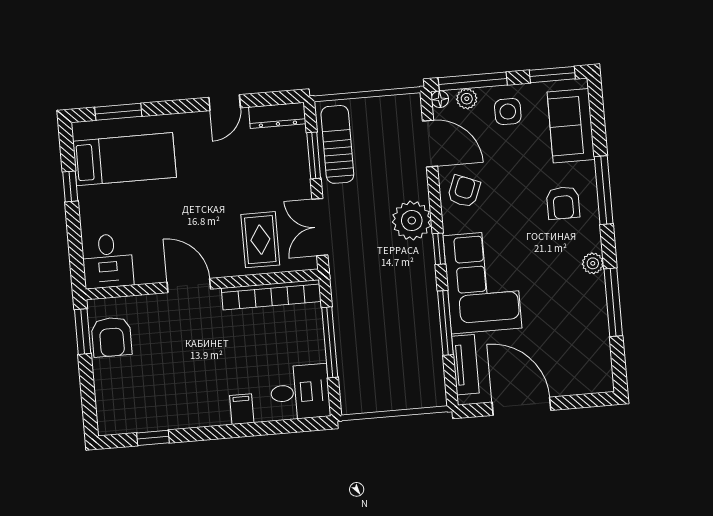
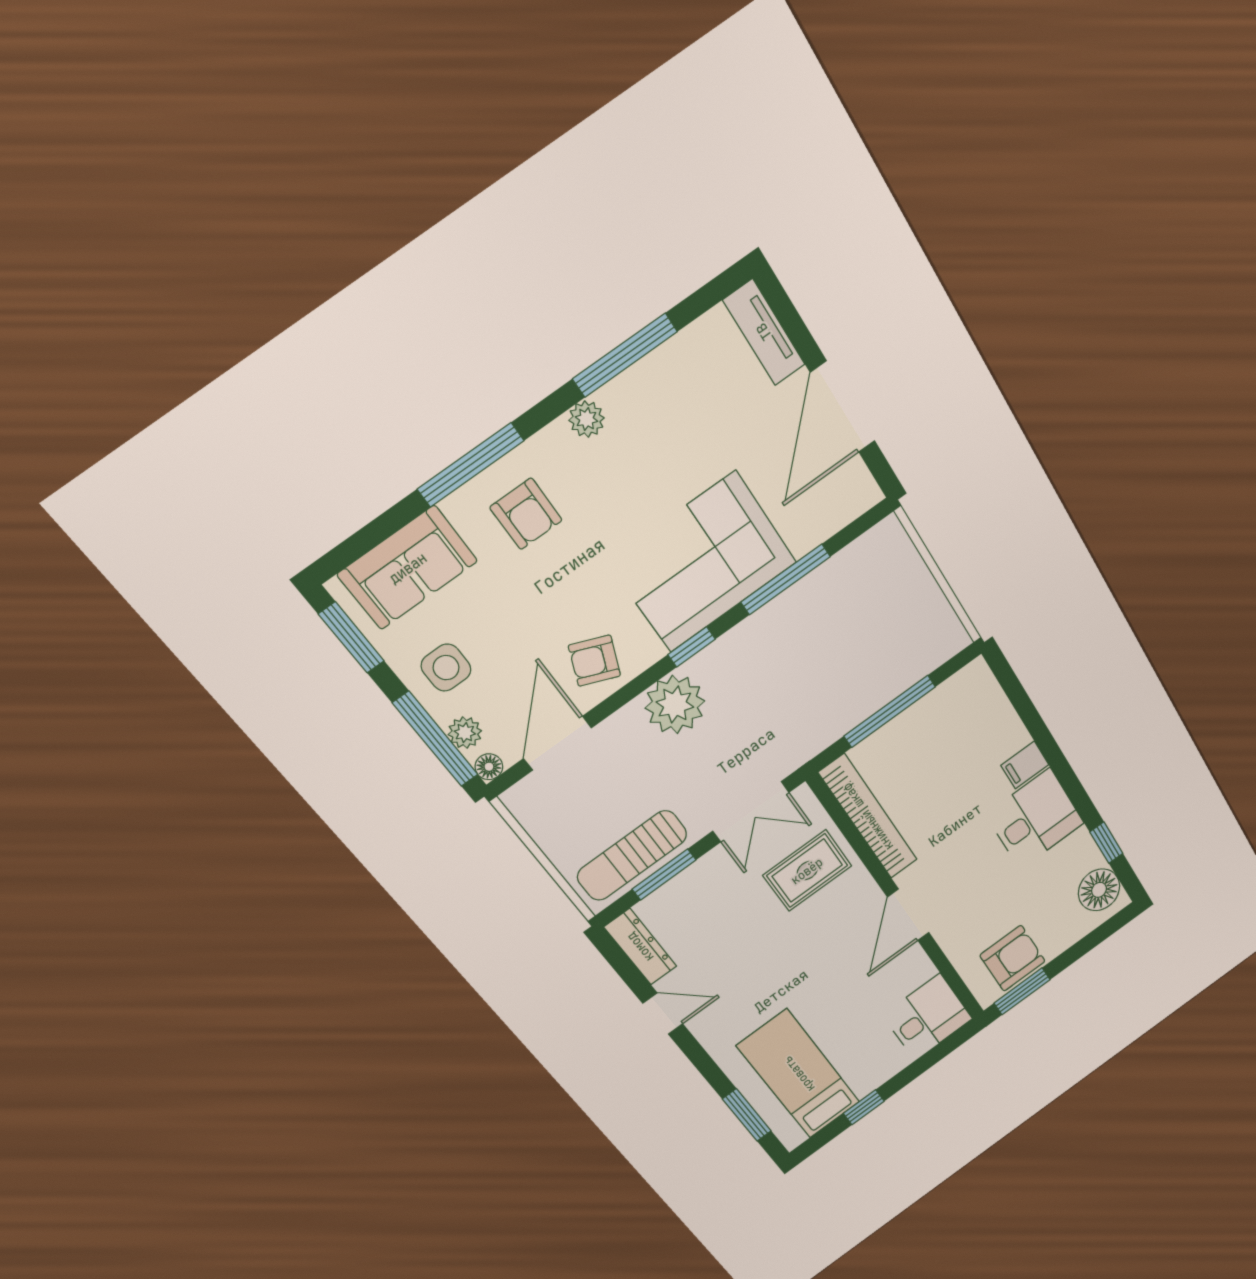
armchair: (563, 203) -> (526, 514), turned 90
tv unit: (465, 365) -> (764, 332), moved, turned -90
desk: (300, 392) -> (1035, 819), moved, turned 90
floor lamp: (122, 418) -> (1099, 890), added

